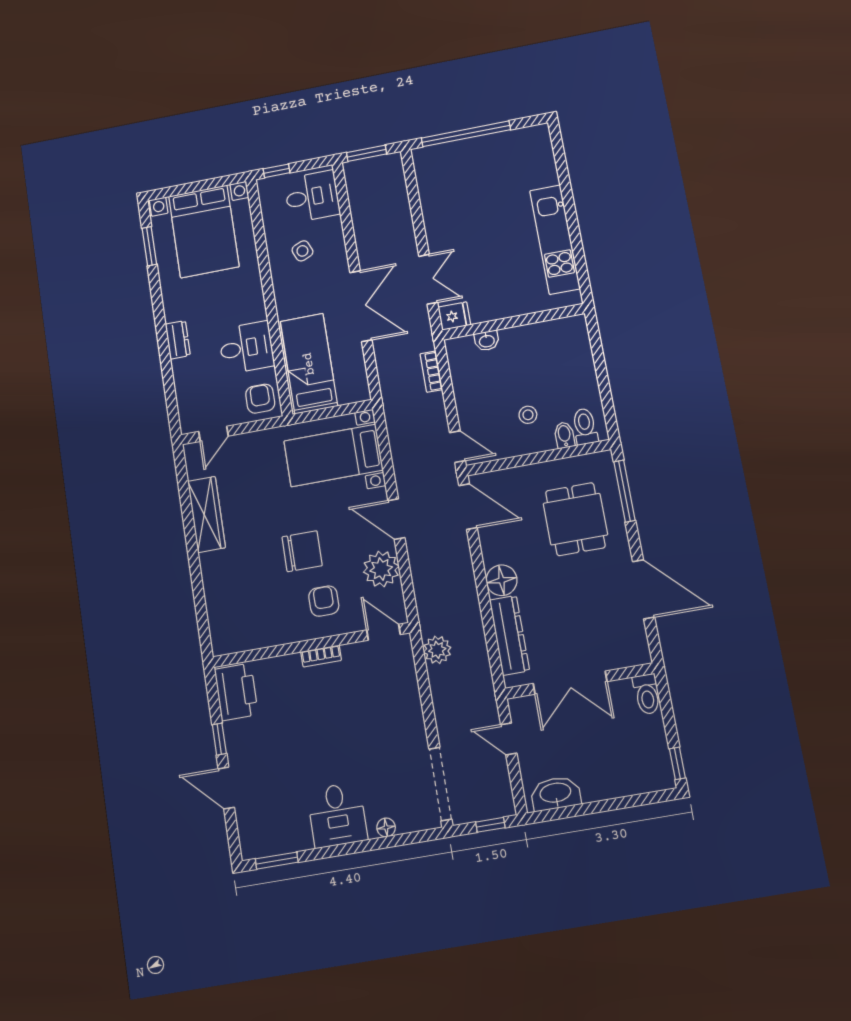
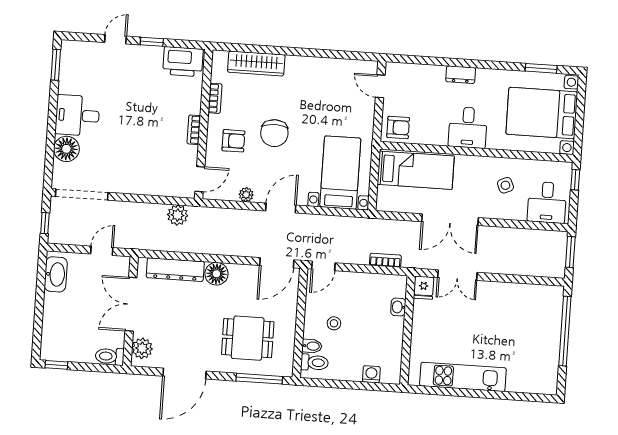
desk: (246, 348) -> (468, 128), moved
washing machine: (581, 352) -> (371, 374), added
wardrobe: (206, 514) -> (256, 63), moved
plant: (381, 569) -> (246, 195), width x0.53, depth x0.53
bookcase: (274, 638) -> (215, 98), added
plant: (625, 653) -> (142, 348), added
door: (226, 788) -> (116, 39), width x0.73
floor lamp: (386, 827) -> (66, 149), width x1.89, depth x1.89

